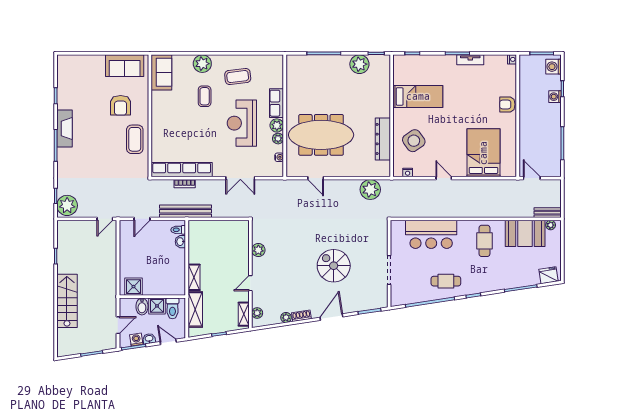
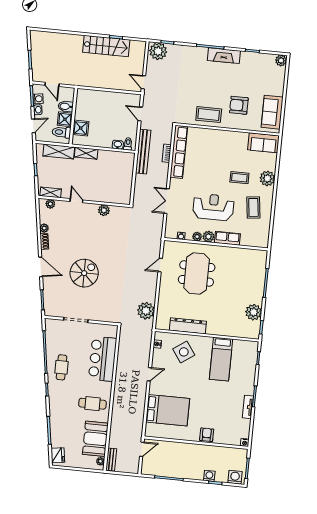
plant: (64, 61) -> (281, 60), added
meeting table: (321, 135) -> (197, 273), width x0.73
shower: (133, 287) -> (81, 128), moved
stairs: (67, 301) -> (106, 46), moved

